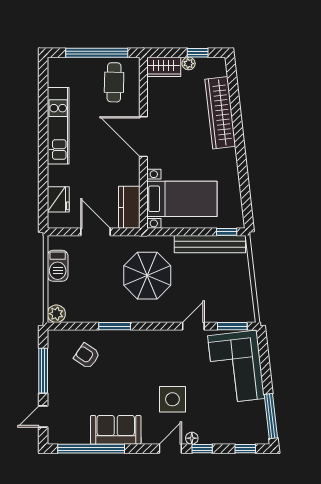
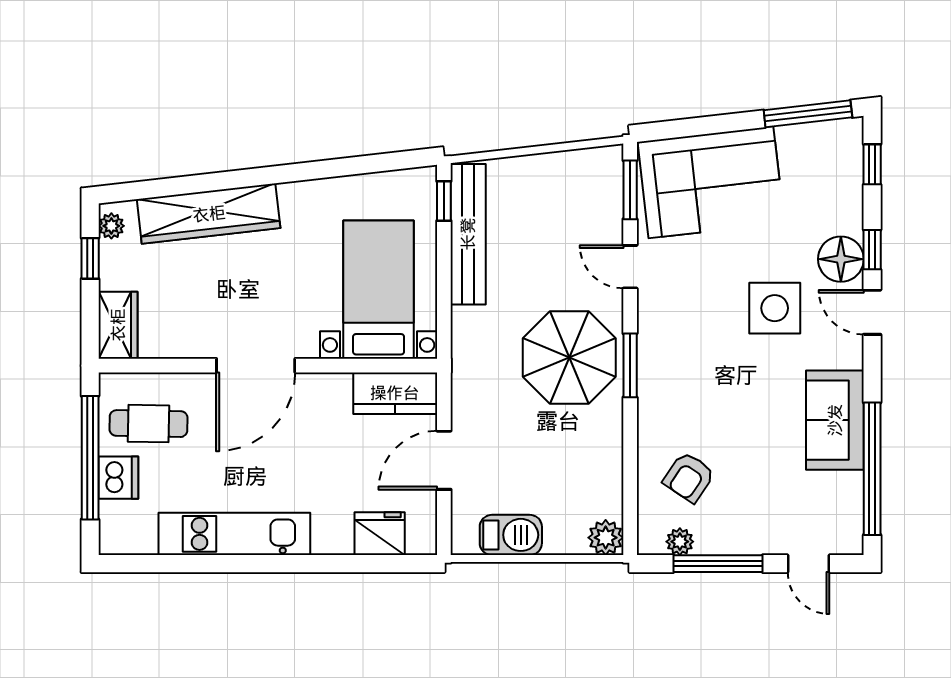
plant: (189, 64) -> (111, 226), moved
dishwasher: (87, 67) -> (118, 478), added
parasol: (147, 276) -> (569, 357), moved
window: (115, 326) -> (630, 365), moved
plant: (54, 351) -> (680, 542), added
floor lamp: (192, 438) -> (841, 259), width x1.89, depth x1.89

